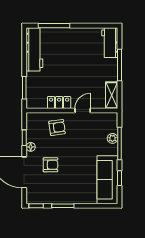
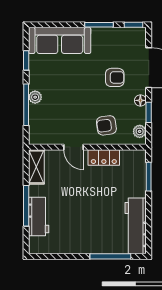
workbench: (110, 43) -> (39, 216), moved
door: (83, 111) -> (74, 147), hinge flipped
plant: (31, 123) -> (140, 131), added
plant: (112, 138) -> (35, 97), moved
armchair: (51, 165) -> (115, 77), turned 180
sofa: (107, 180) -> (60, 40), moved, turned 90

